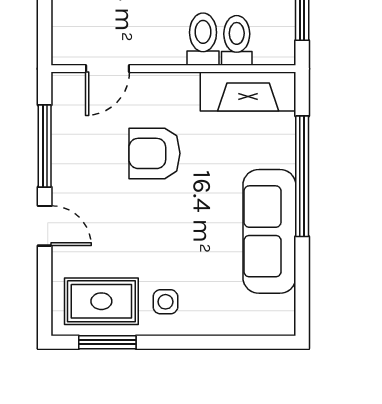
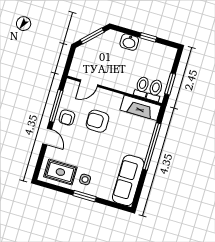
toilet: (203, 39) -> (155, 90), moved
armchair: (79, 166) -> (67, 118), added
sofa: (269, 231) -> (128, 180), moved
window: (107, 342) -> (85, 196), moved

